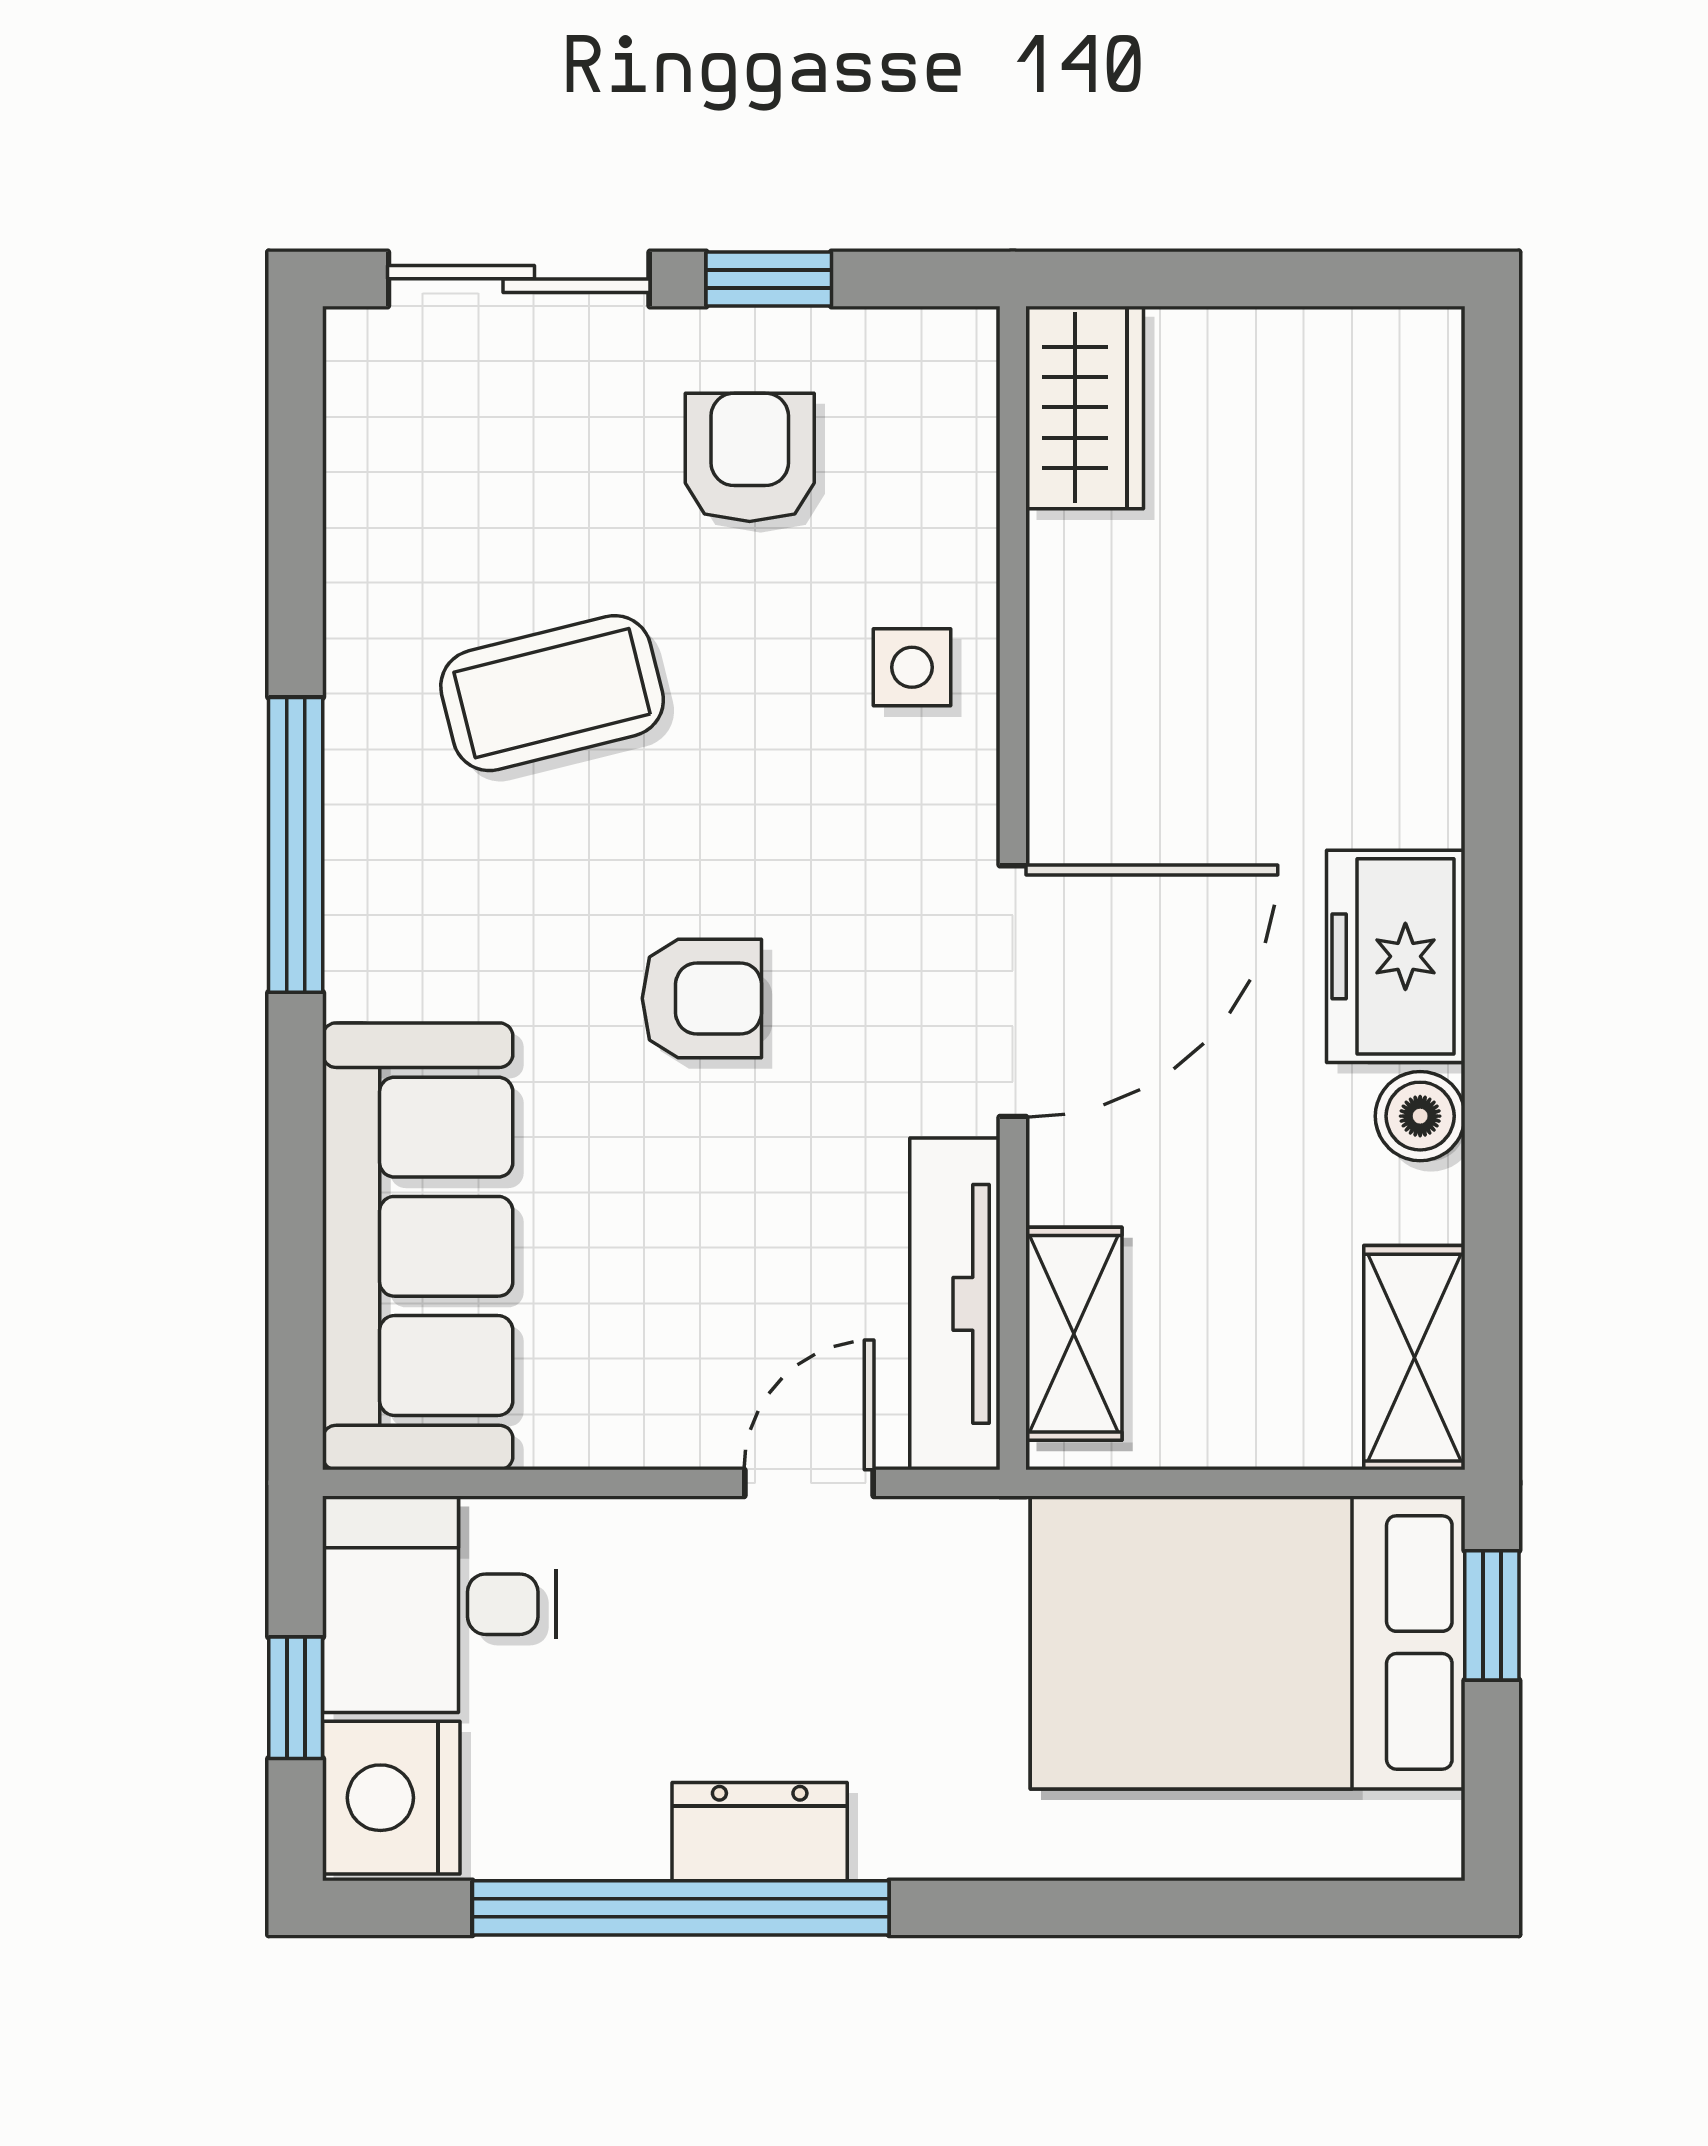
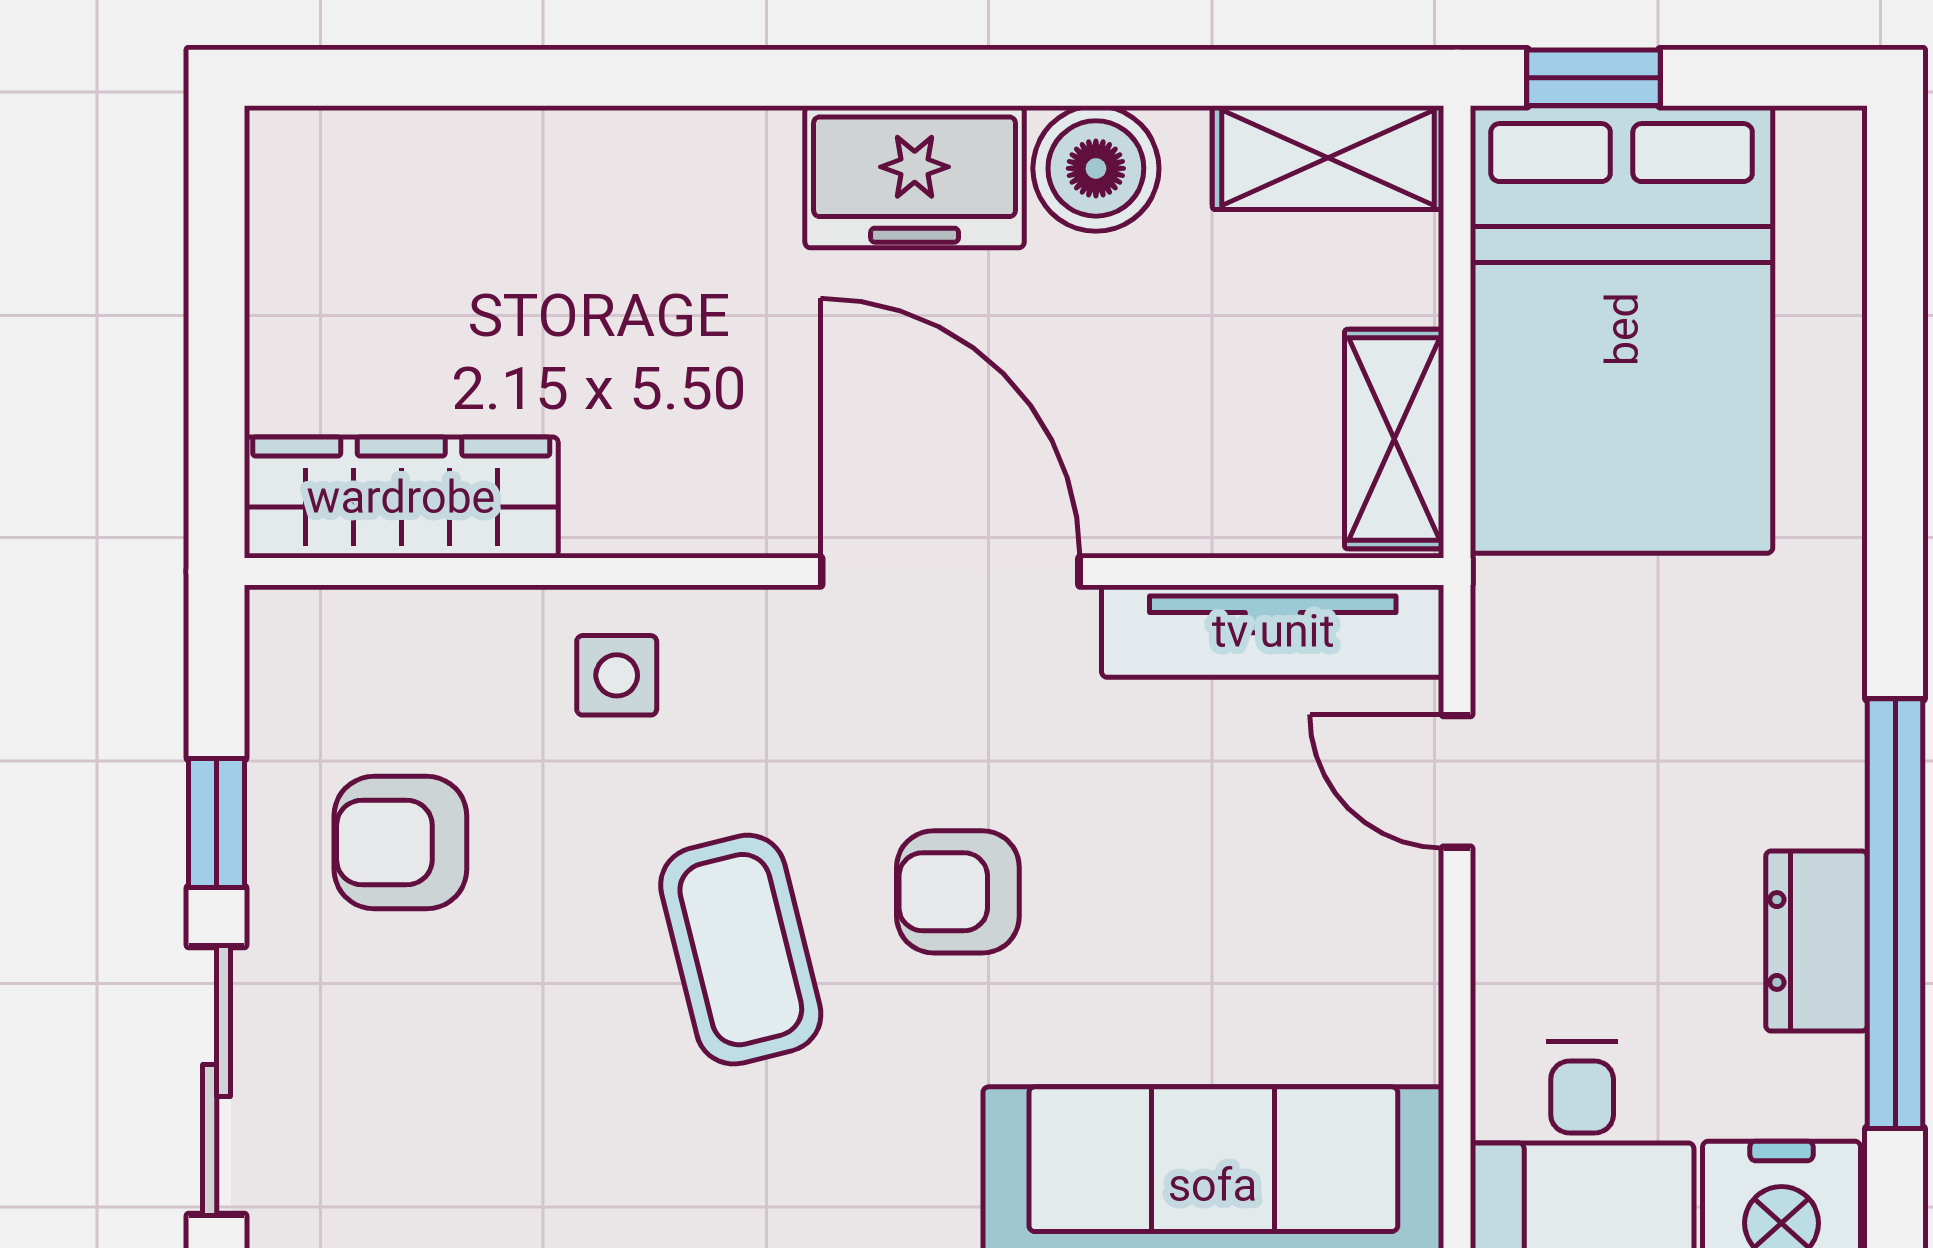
wardrobe: (1085, 407) -> (401, 497), width x1.50
coffee table: (552, 693) -> (741, 950), moved
armchair: (702, 998) -> (958, 892), turned -90
boiler: (1420, 1116) -> (1096, 168), width x1.36, depth x1.36
shelving: (1074, 1334) -> (1394, 439), moved, turned 90
dresser: (760, 1832) -> (1816, 941), moved

